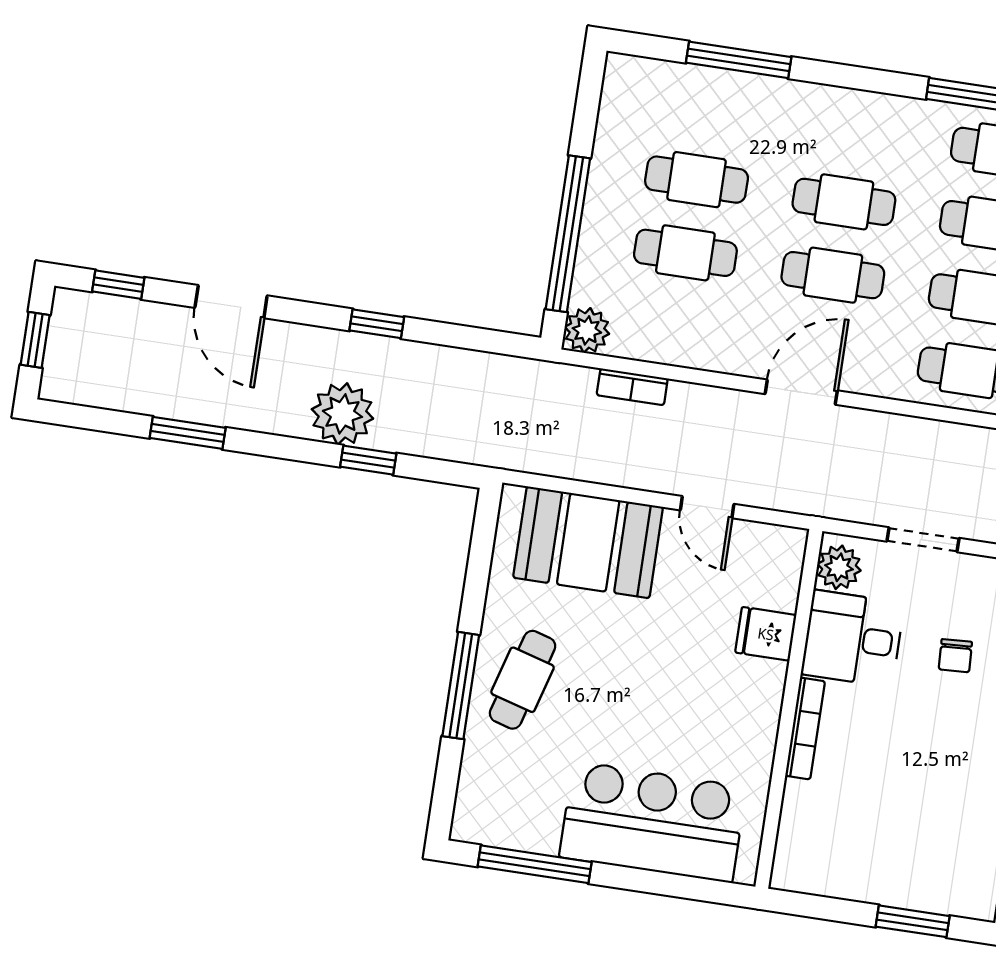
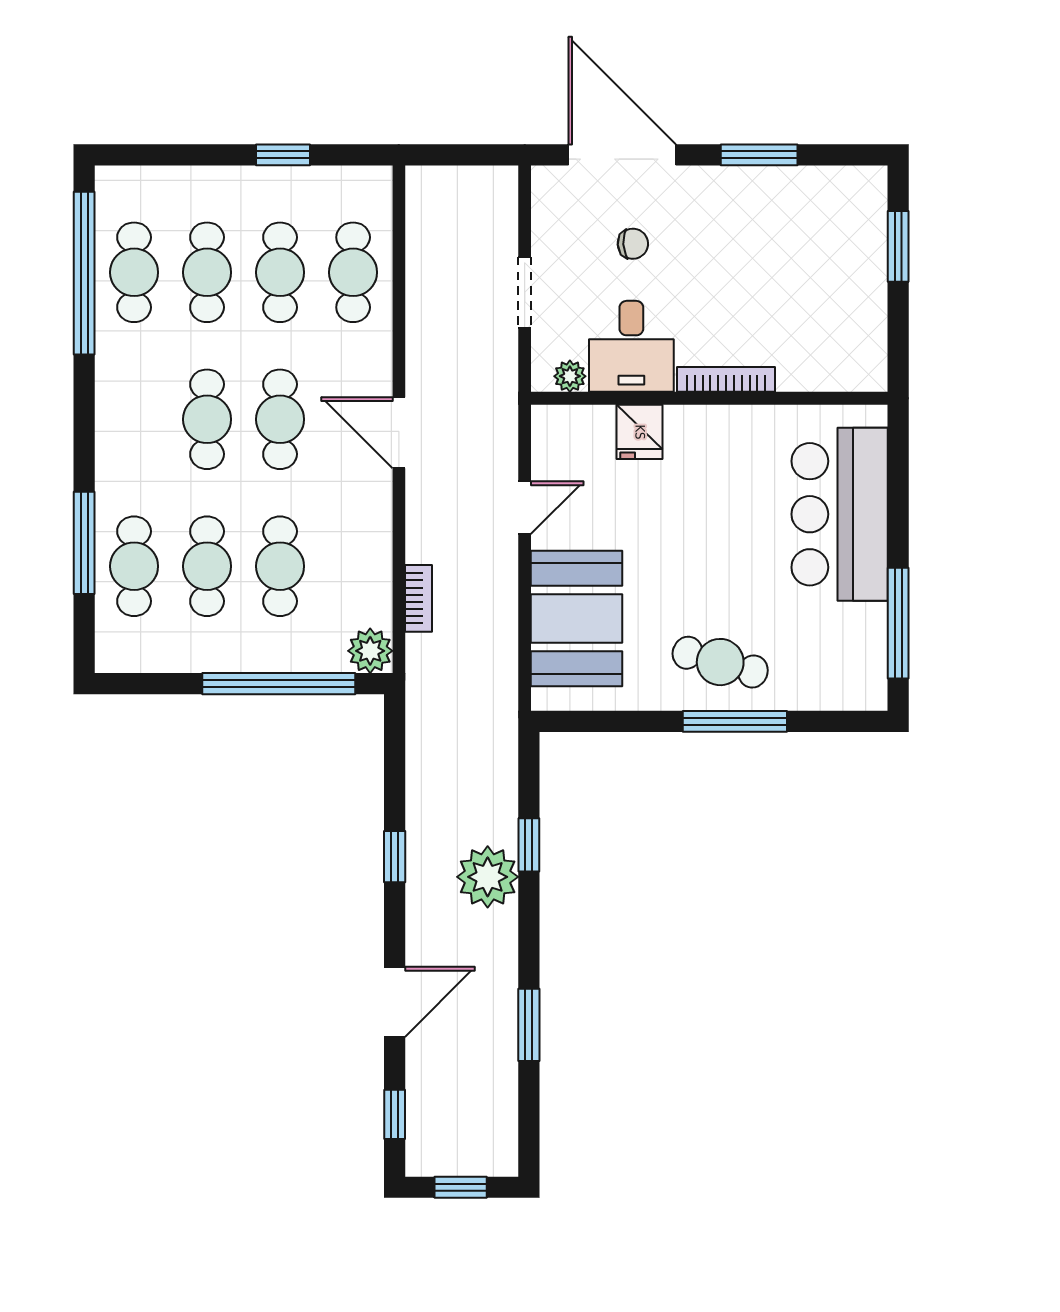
cafe table: (708, 106) -> (134, 566), added
plant: (839, 567) -> (570, 376), width x0.73, depth x0.73

